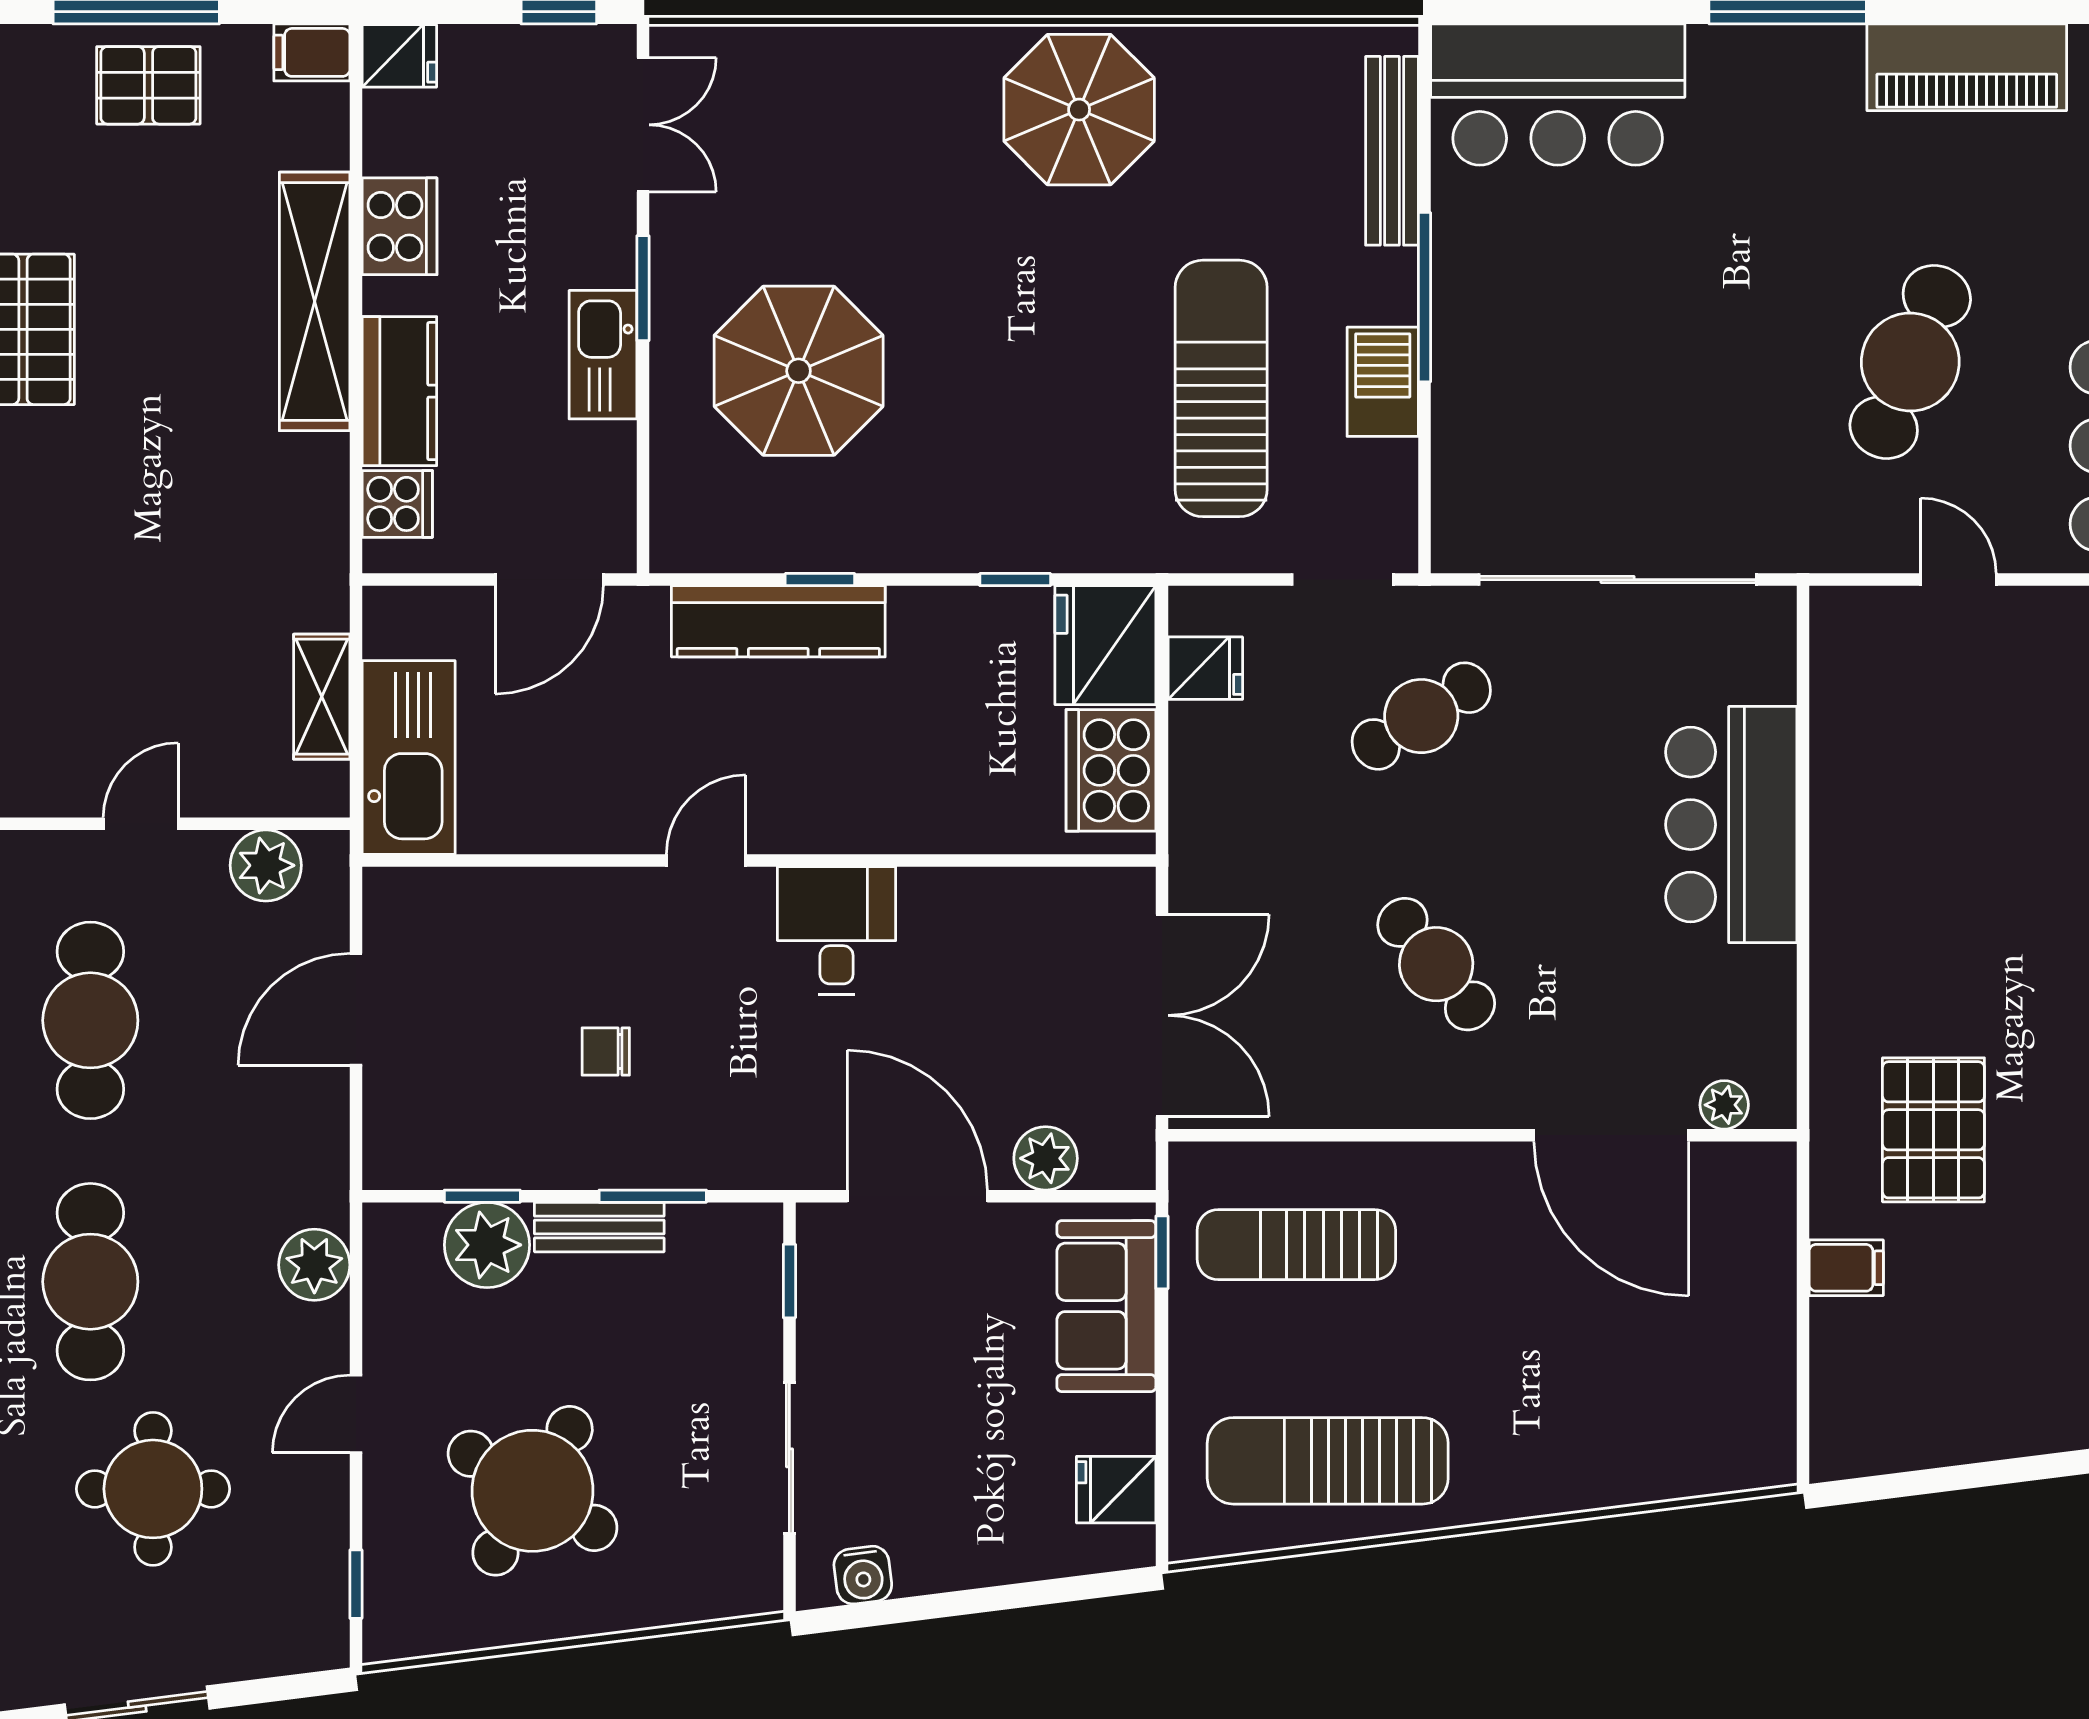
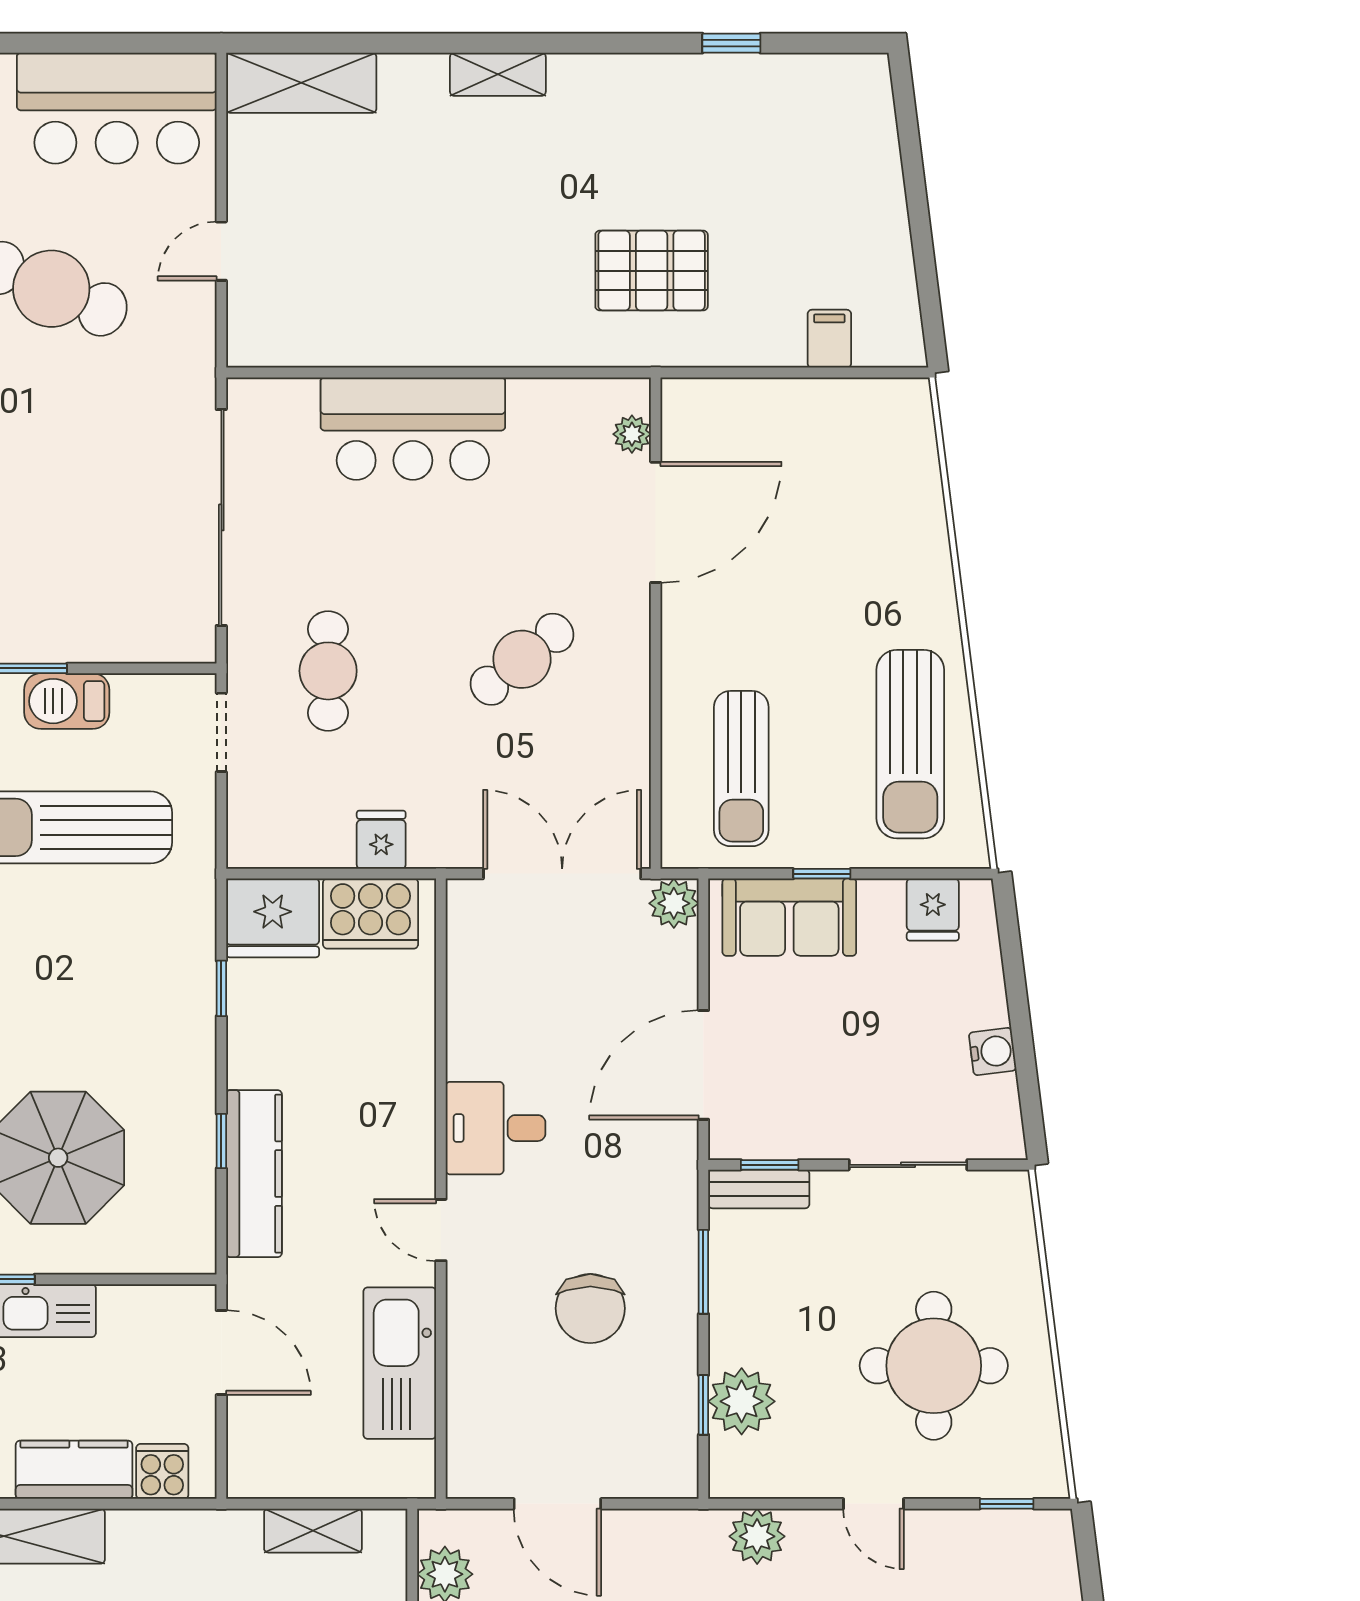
fridge: (1205, 668) -> (381, 840), moved
cafe table: (1421, 716) -> (328, 671), turned 32
kitchen sink: (409, 757) -> (400, 1363), moved, turned -90
chair: (606, 1051) -> (590, 1308), width x1.87, depth x1.87
plant: (1046, 1158) -> (674, 903), moved
bench: (599, 1227) -> (759, 1189), moved, turned 90
window: (1162, 1252) -> (822, 874), moved
filing cabinet: (1846, 1268) -> (829, 339), moved
round table: (533, 1491) -> (934, 1366), turned -31
water cooler: (863, 1575) -> (993, 1051), moved

